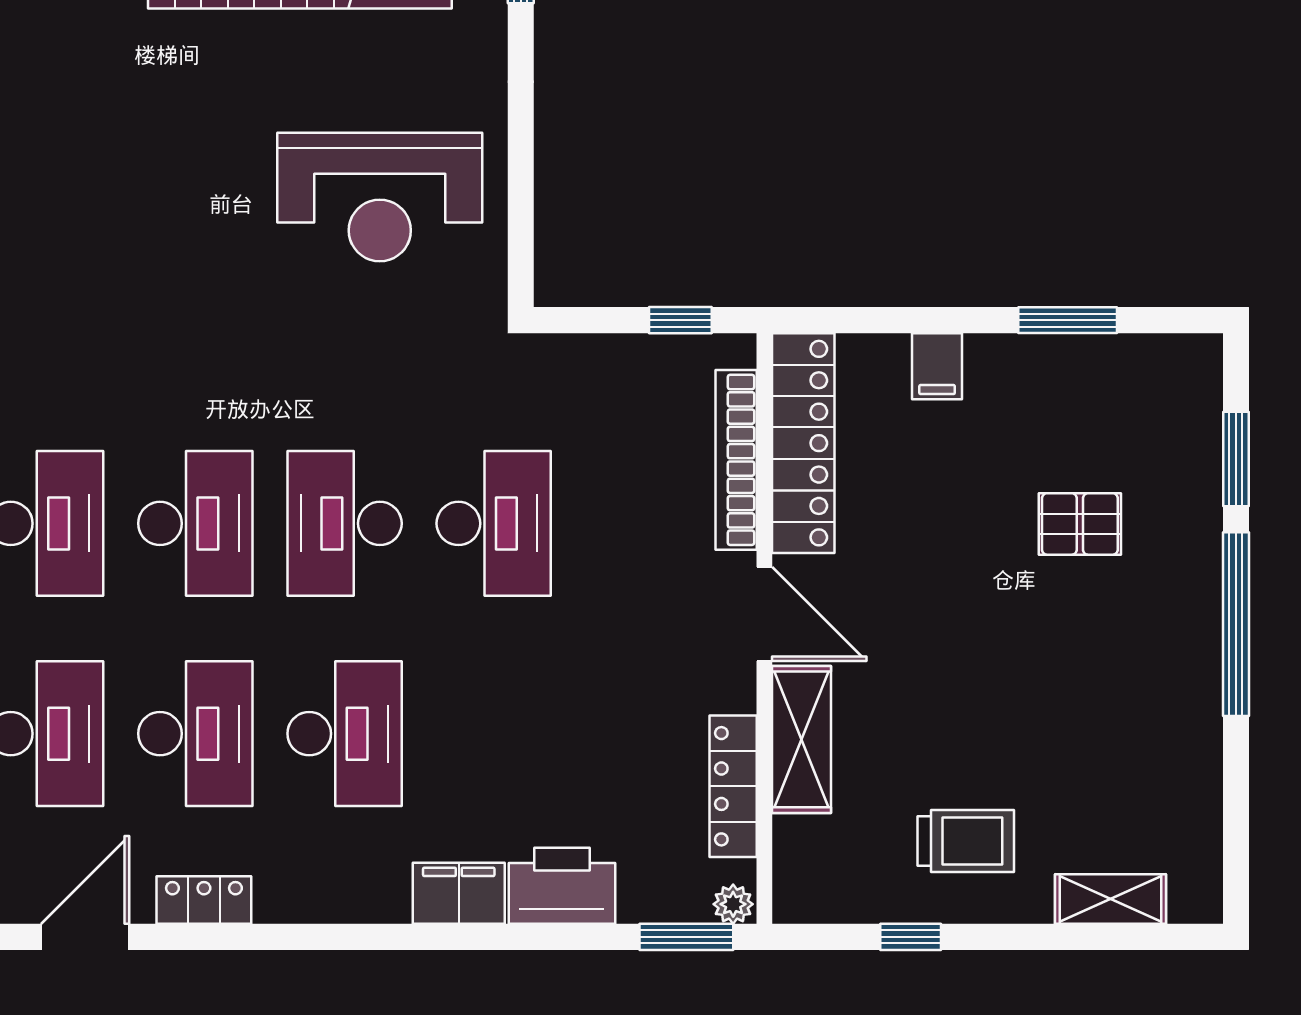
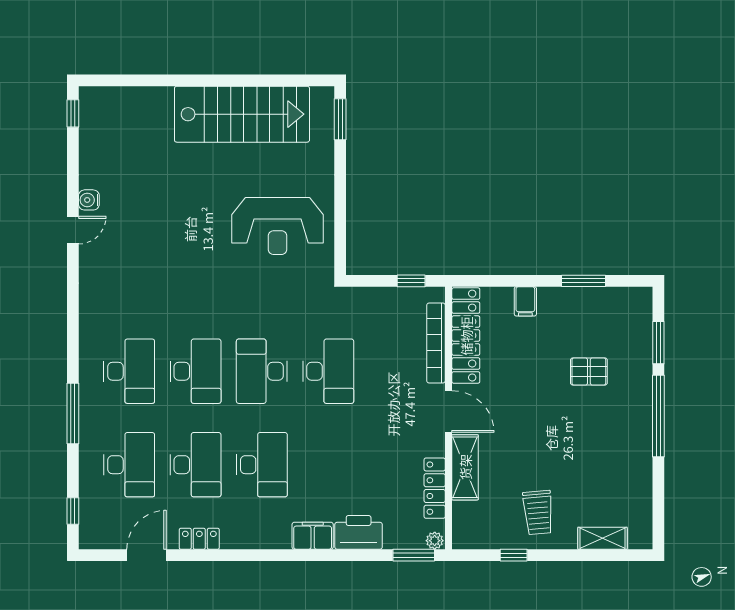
trolley: (966, 841) -> (538, 512), turned 85

